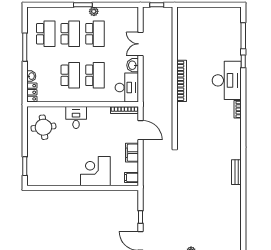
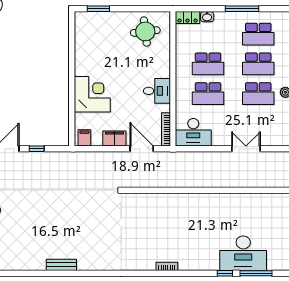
washbasin: (133, 65) -> (220, 139), removed
desk: (227, 80) -> (243, 253), moved
bookcase: (182, 81) -> (201, 199), removed
desk: (76, 118) -> (157, 91), moved
door: (140, 130) -> (142, 149), swing flipped
bench: (236, 172) -> (61, 265), moved

